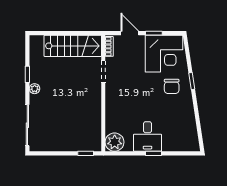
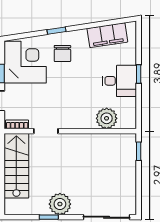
chair: (172, 86) -> (62, 53), turned 90
plant: (35, 89) -> (60, 204), width x1.88, depth x1.88
filing cabinet: (188, 126) -> (107, 35), added
plant: (115, 142) -> (107, 118), moved

